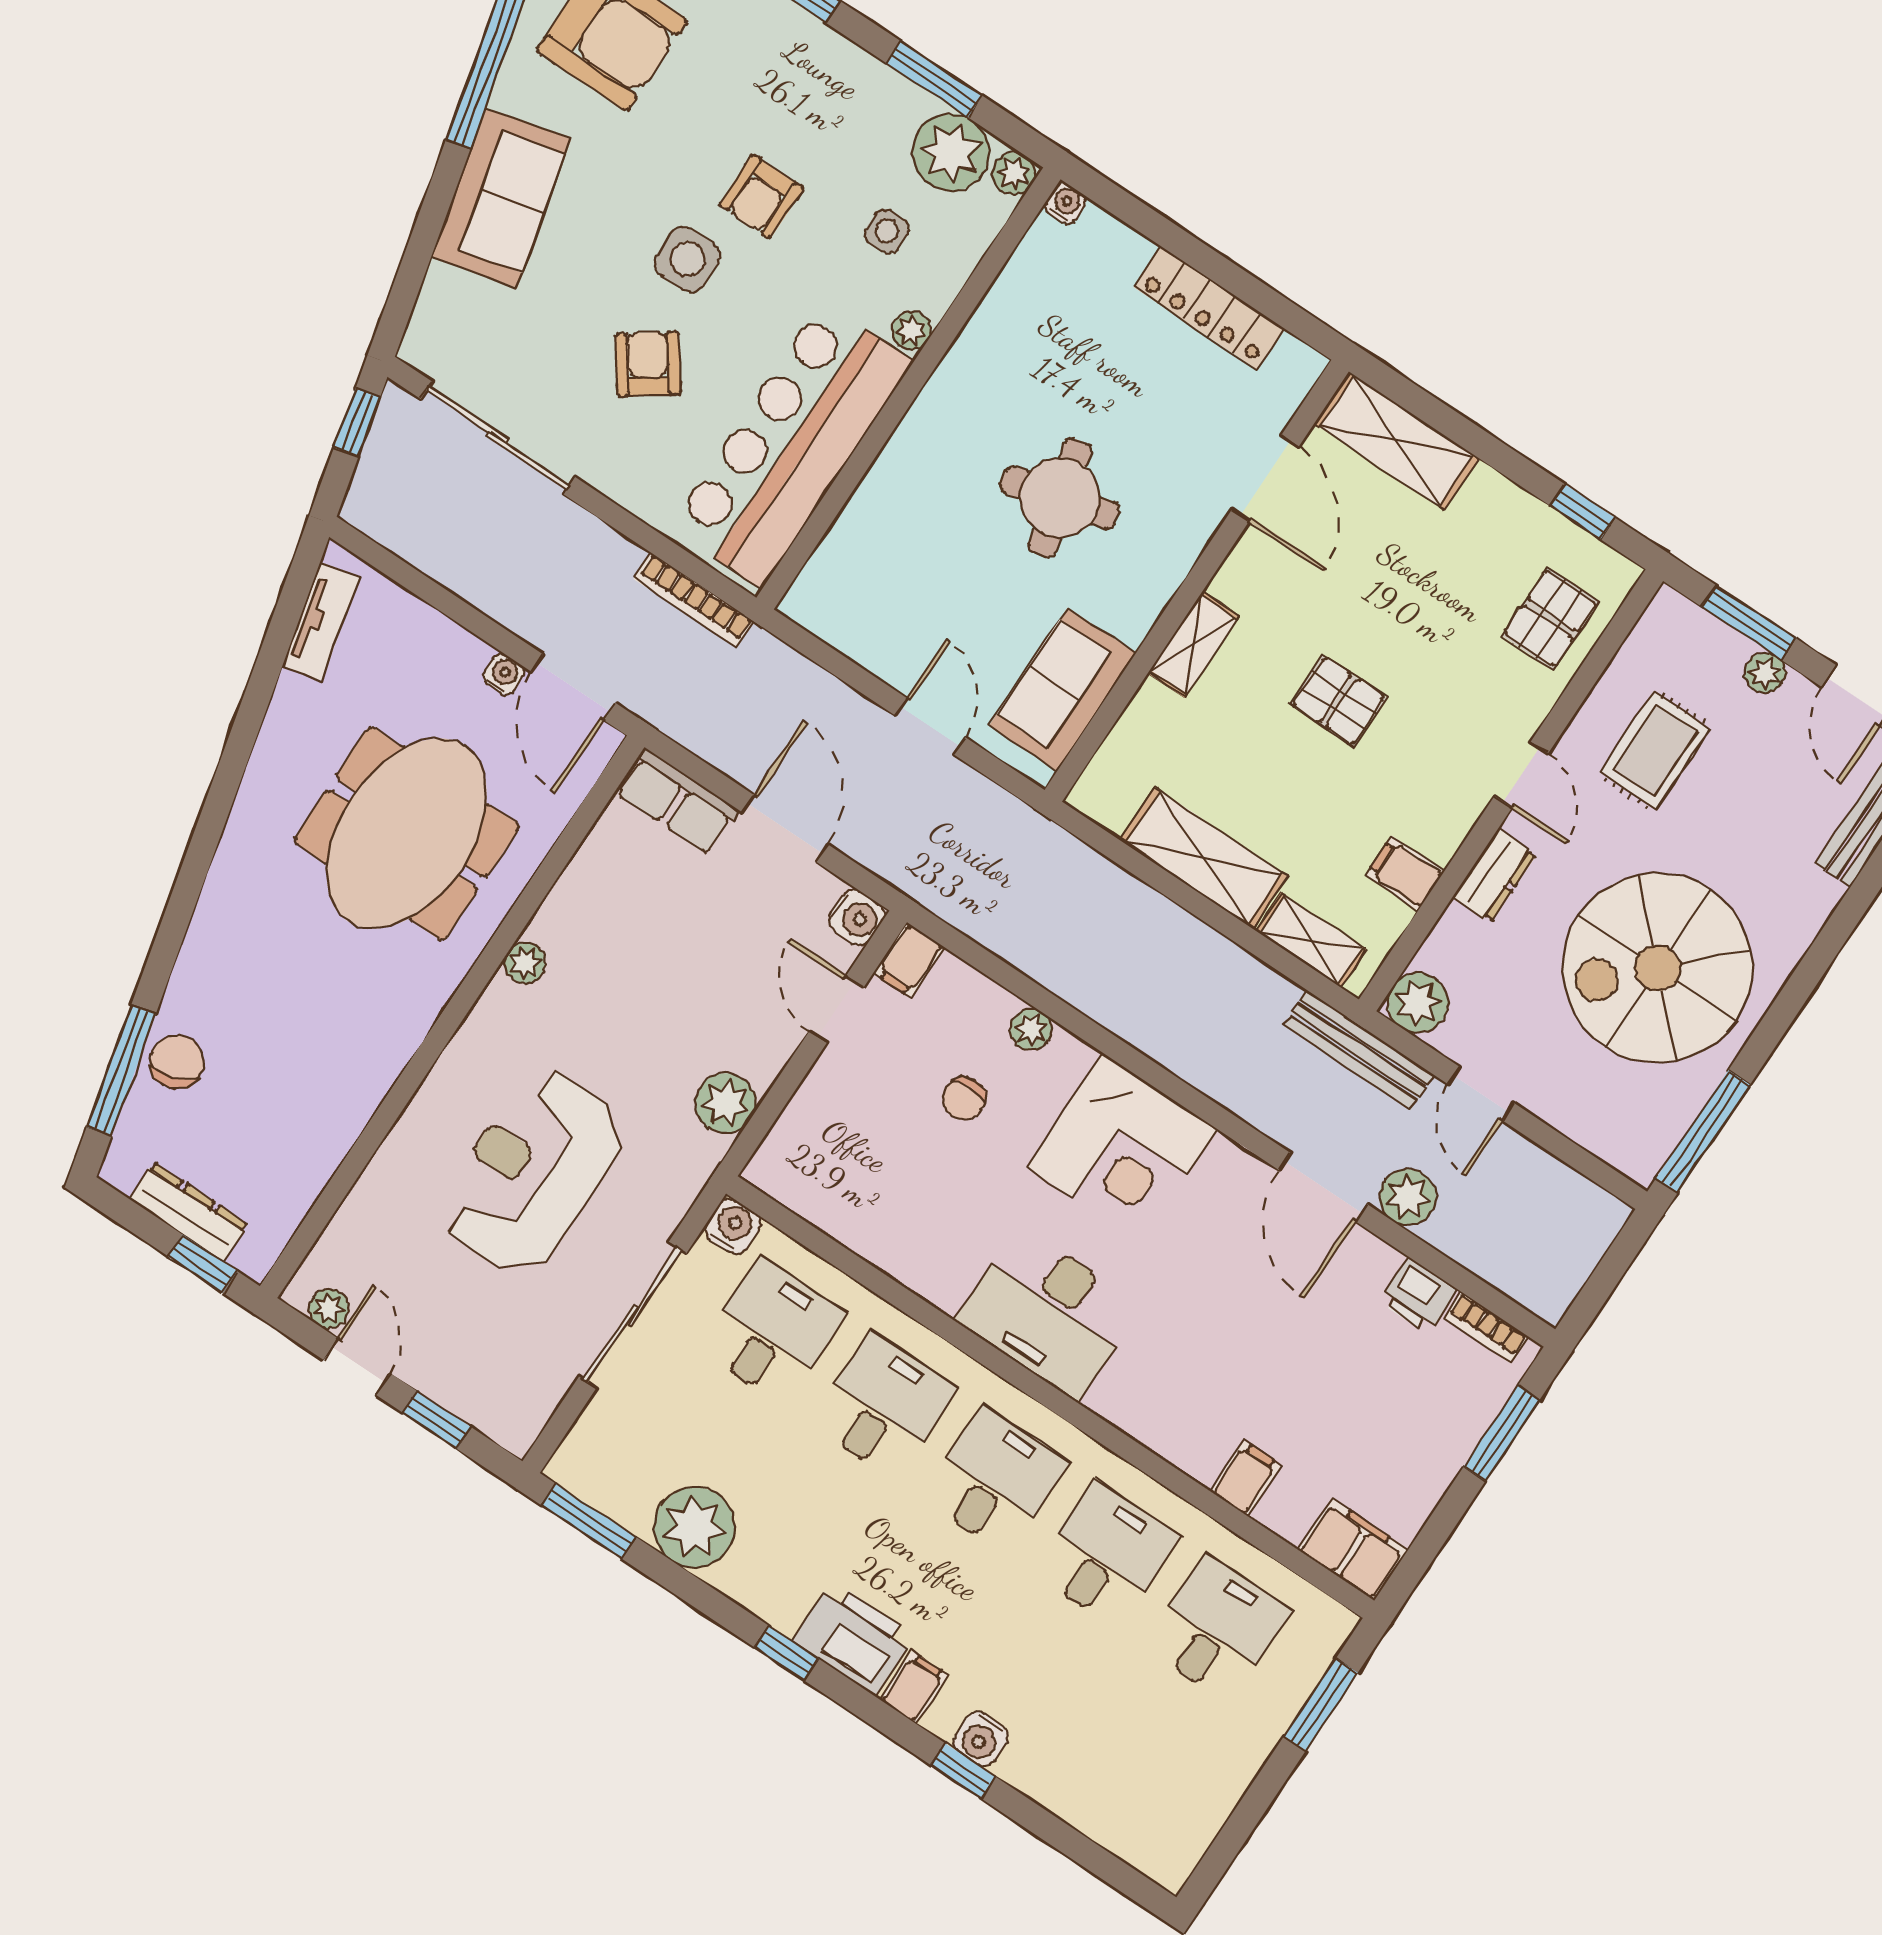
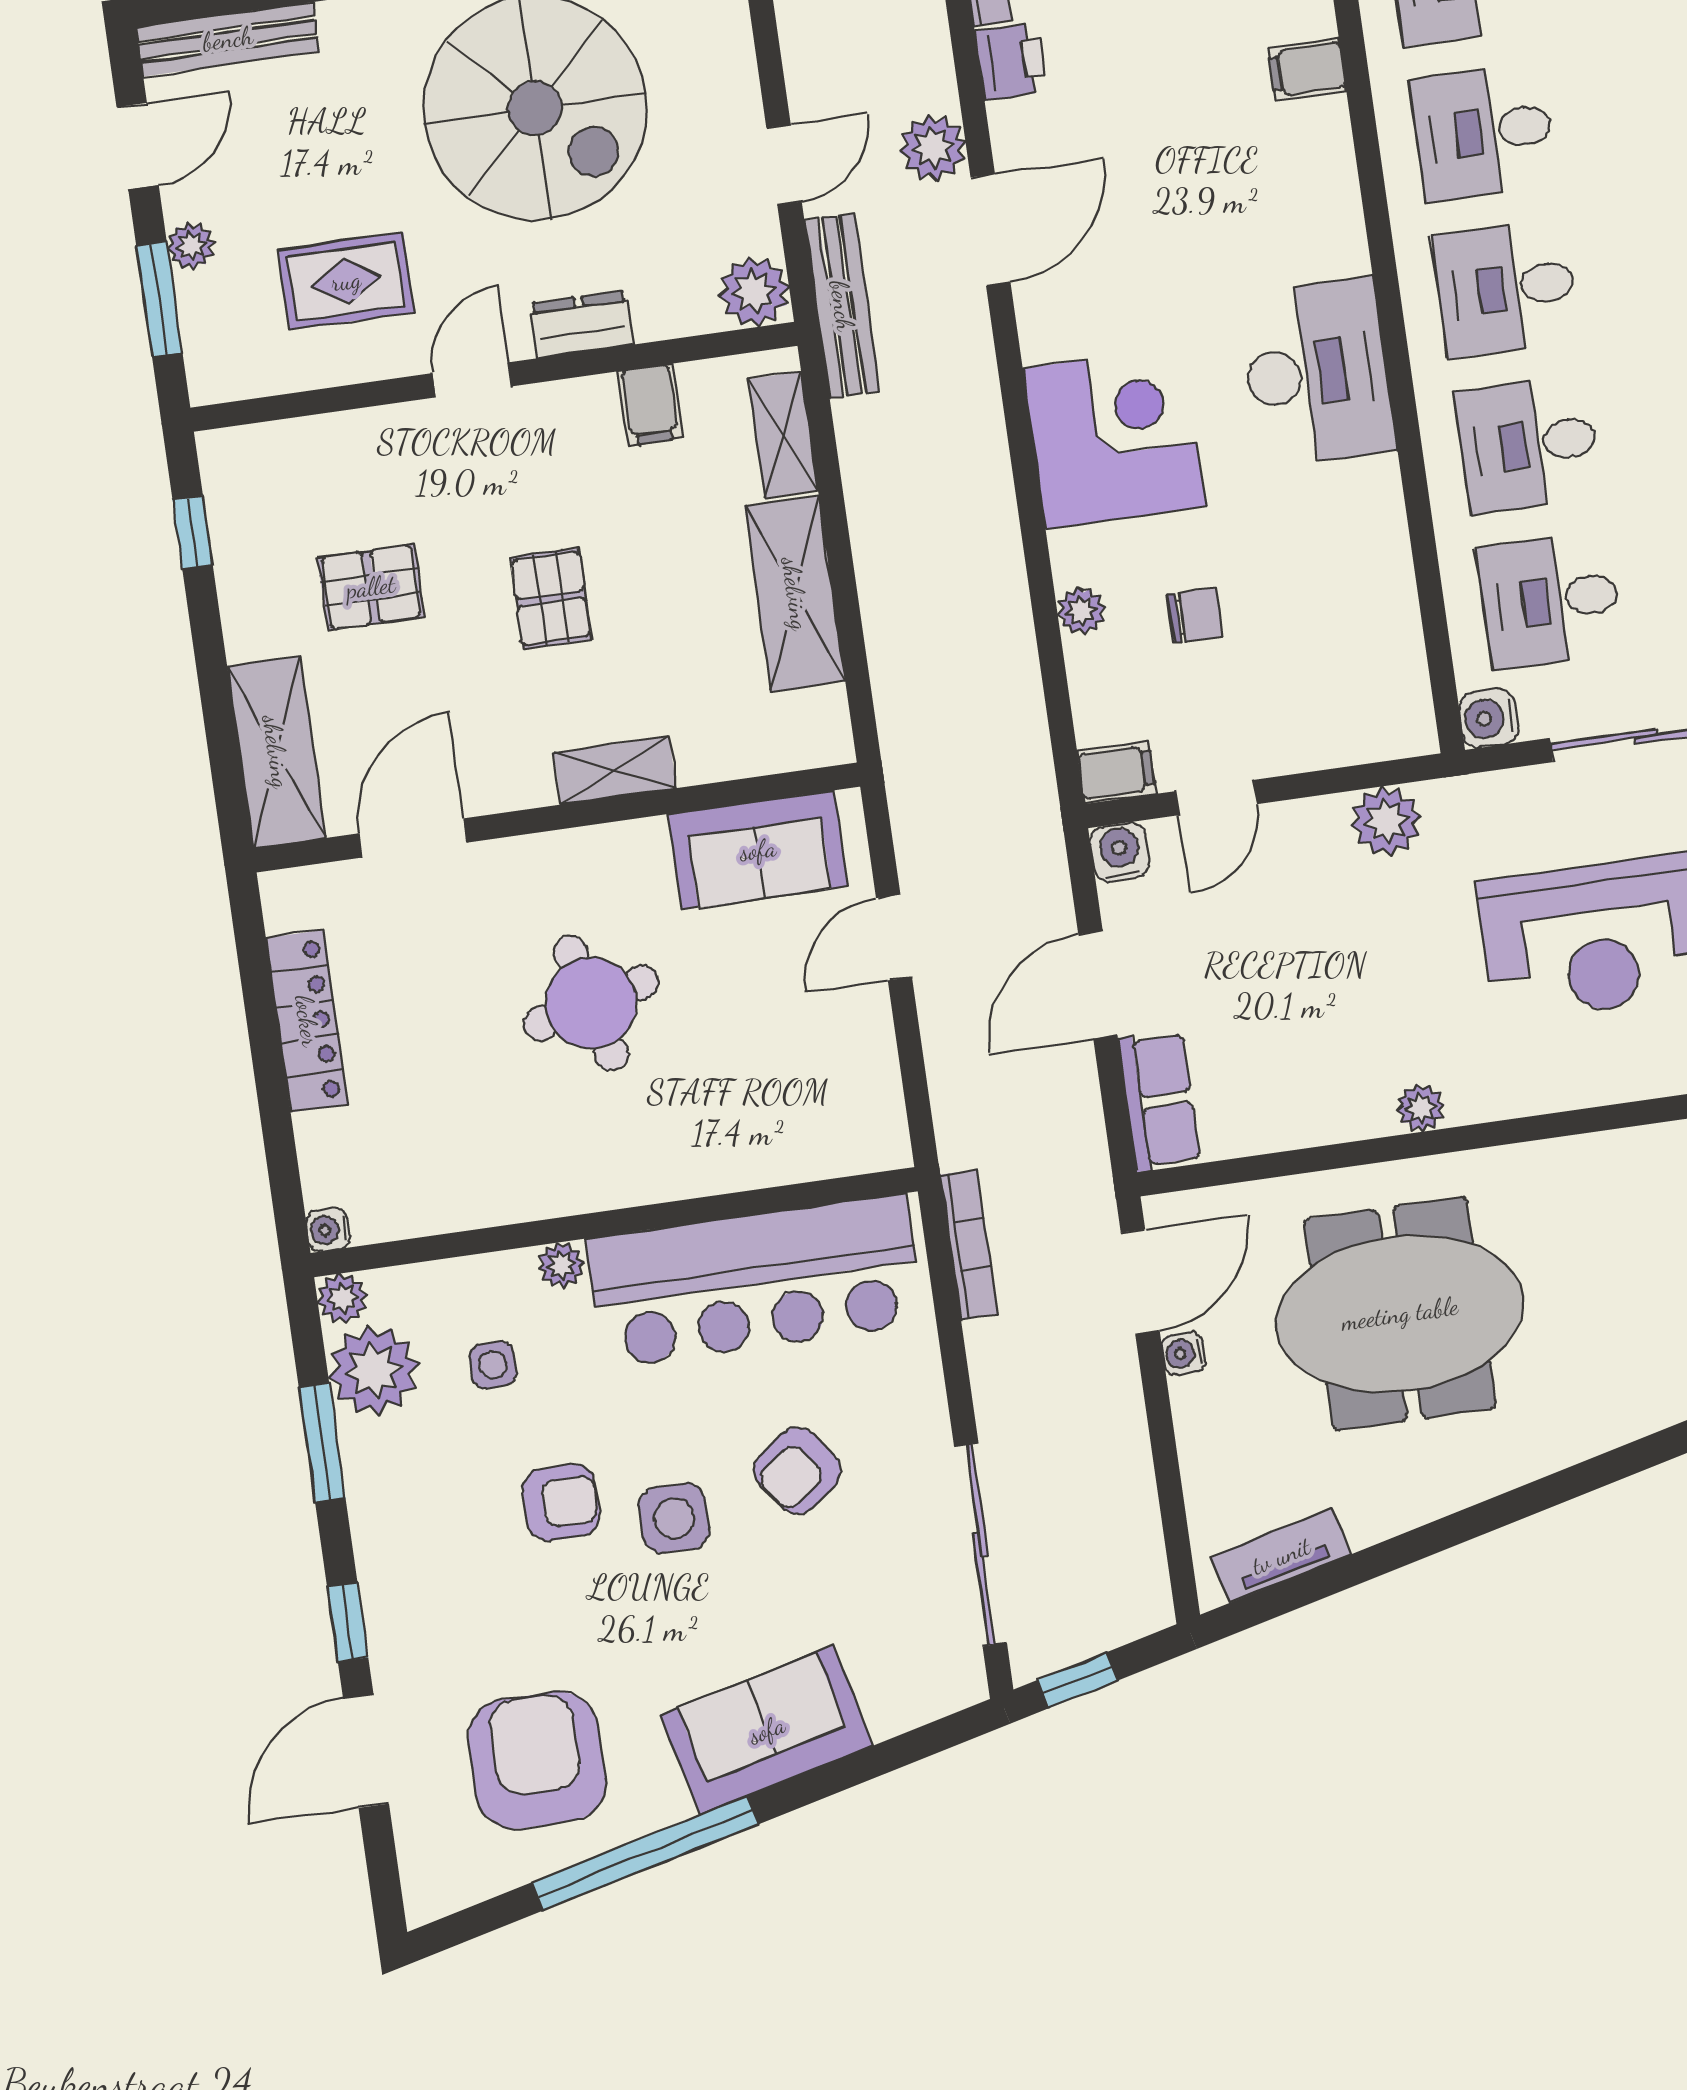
pallet: (1550, 618) -> (371, 587), moved

